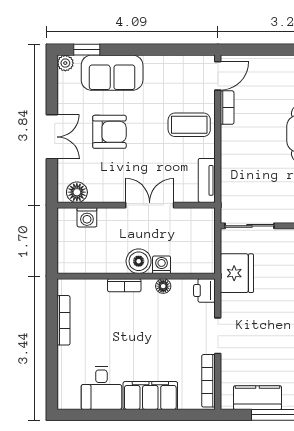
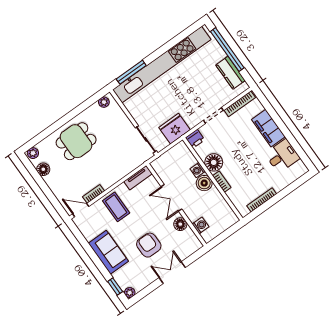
sofa: (112, 73) -> (108, 252), moved
floor lamp: (77, 192) -> (180, 224), moved
floor lamp: (163, 286) -> (214, 162), width x1.89, depth x1.89

